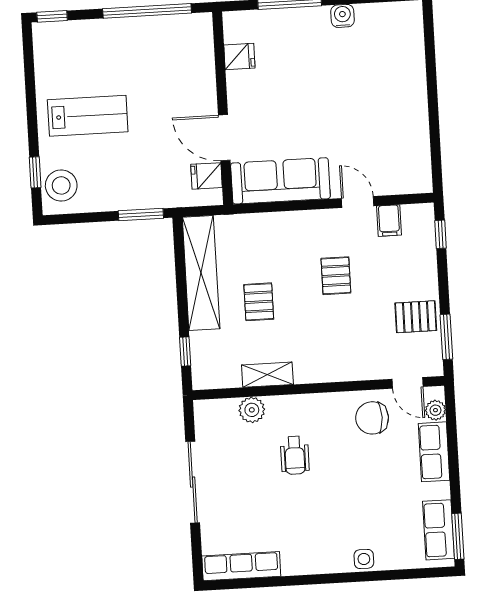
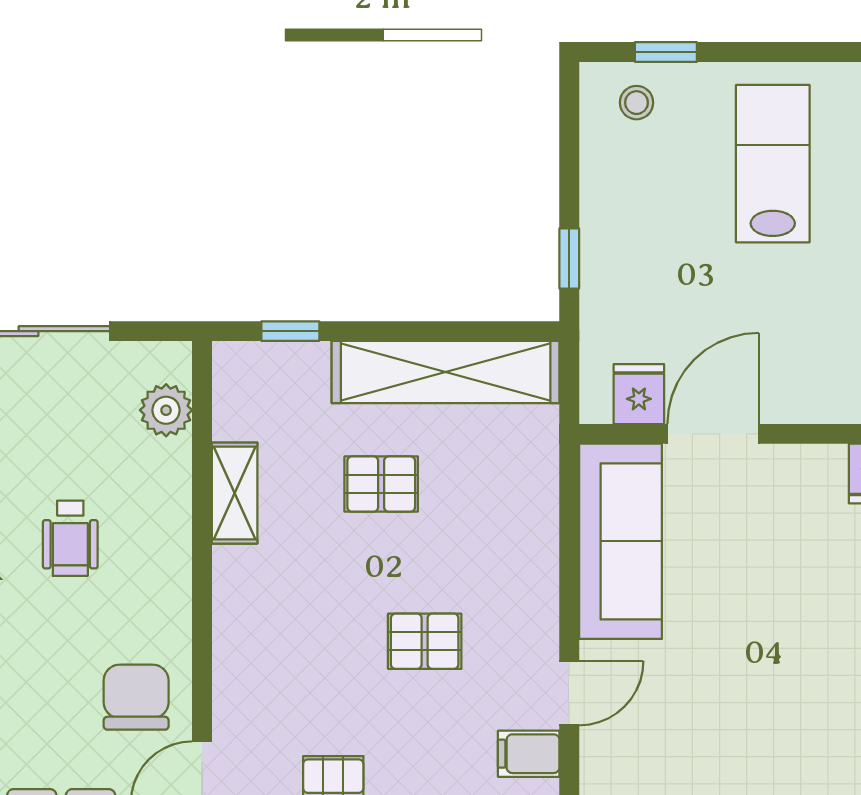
lab bench: (88, 116) -> (773, 164), turned 180
stool: (61, 185) -> (637, 103), width x0.53, depth x0.53
window: (141, 215) -> (569, 258), width x0.67
plant: (252, 410) -> (166, 410), moved
wheelchair: (295, 455) -> (70, 538), turned -90

